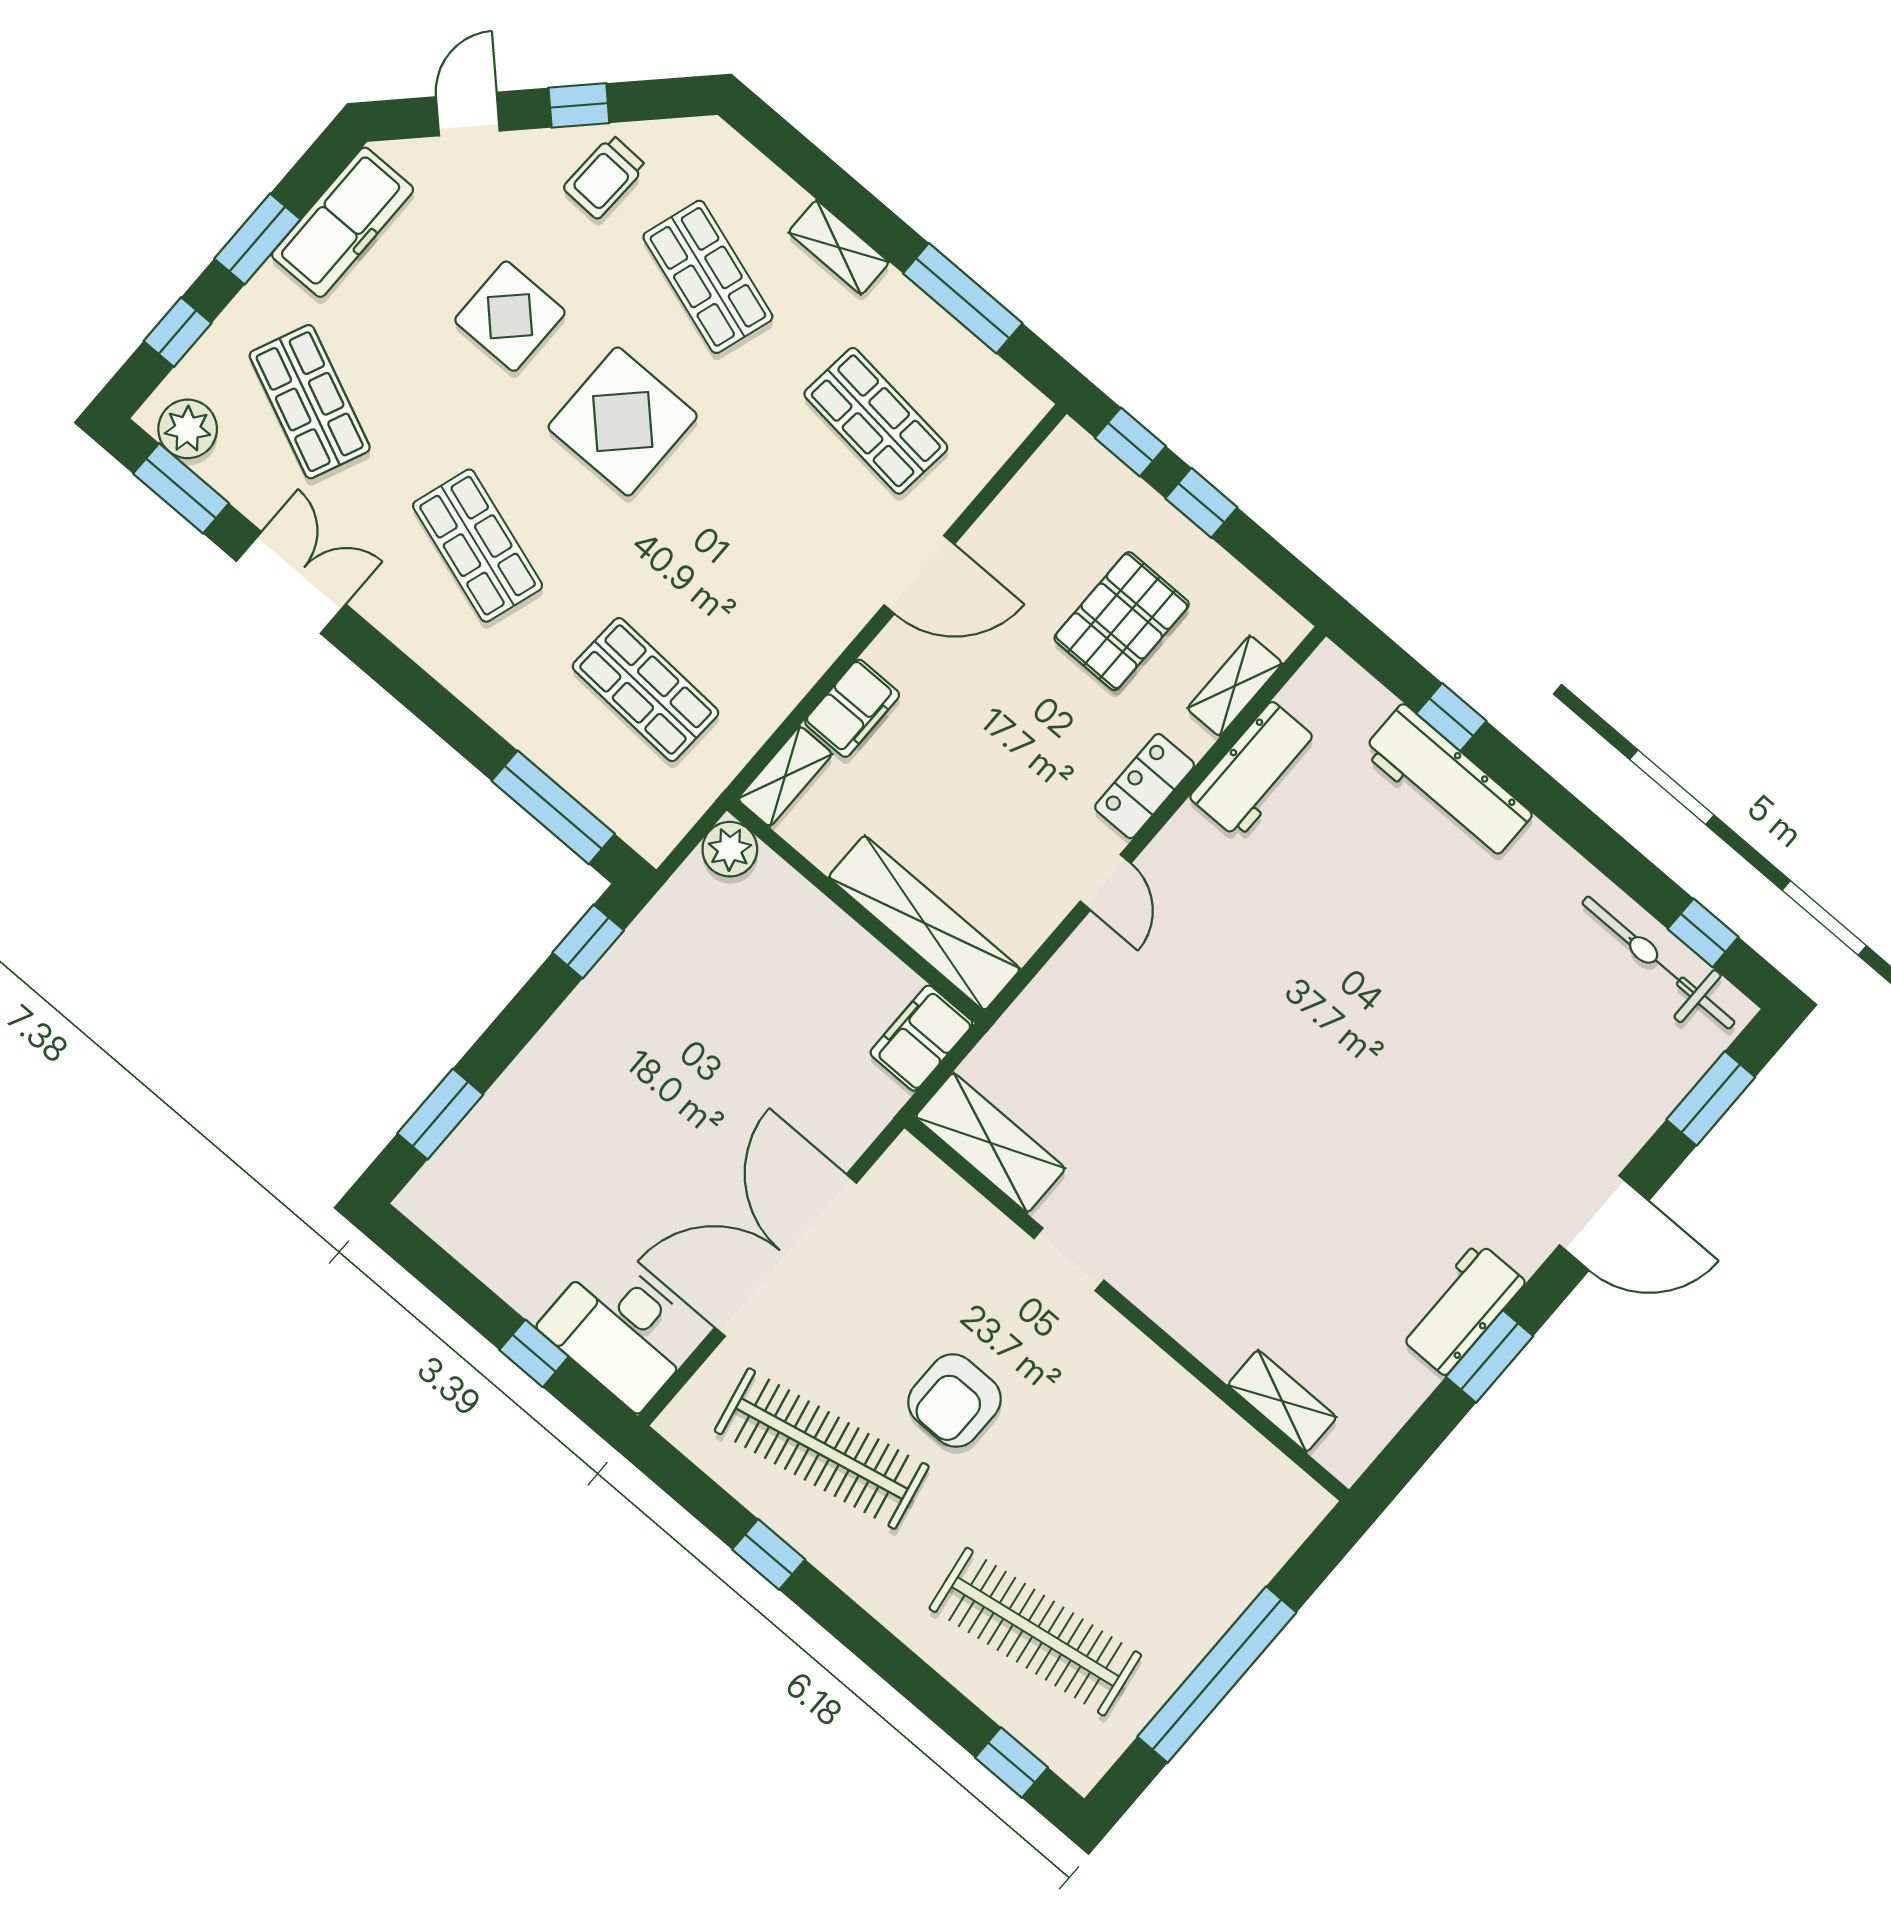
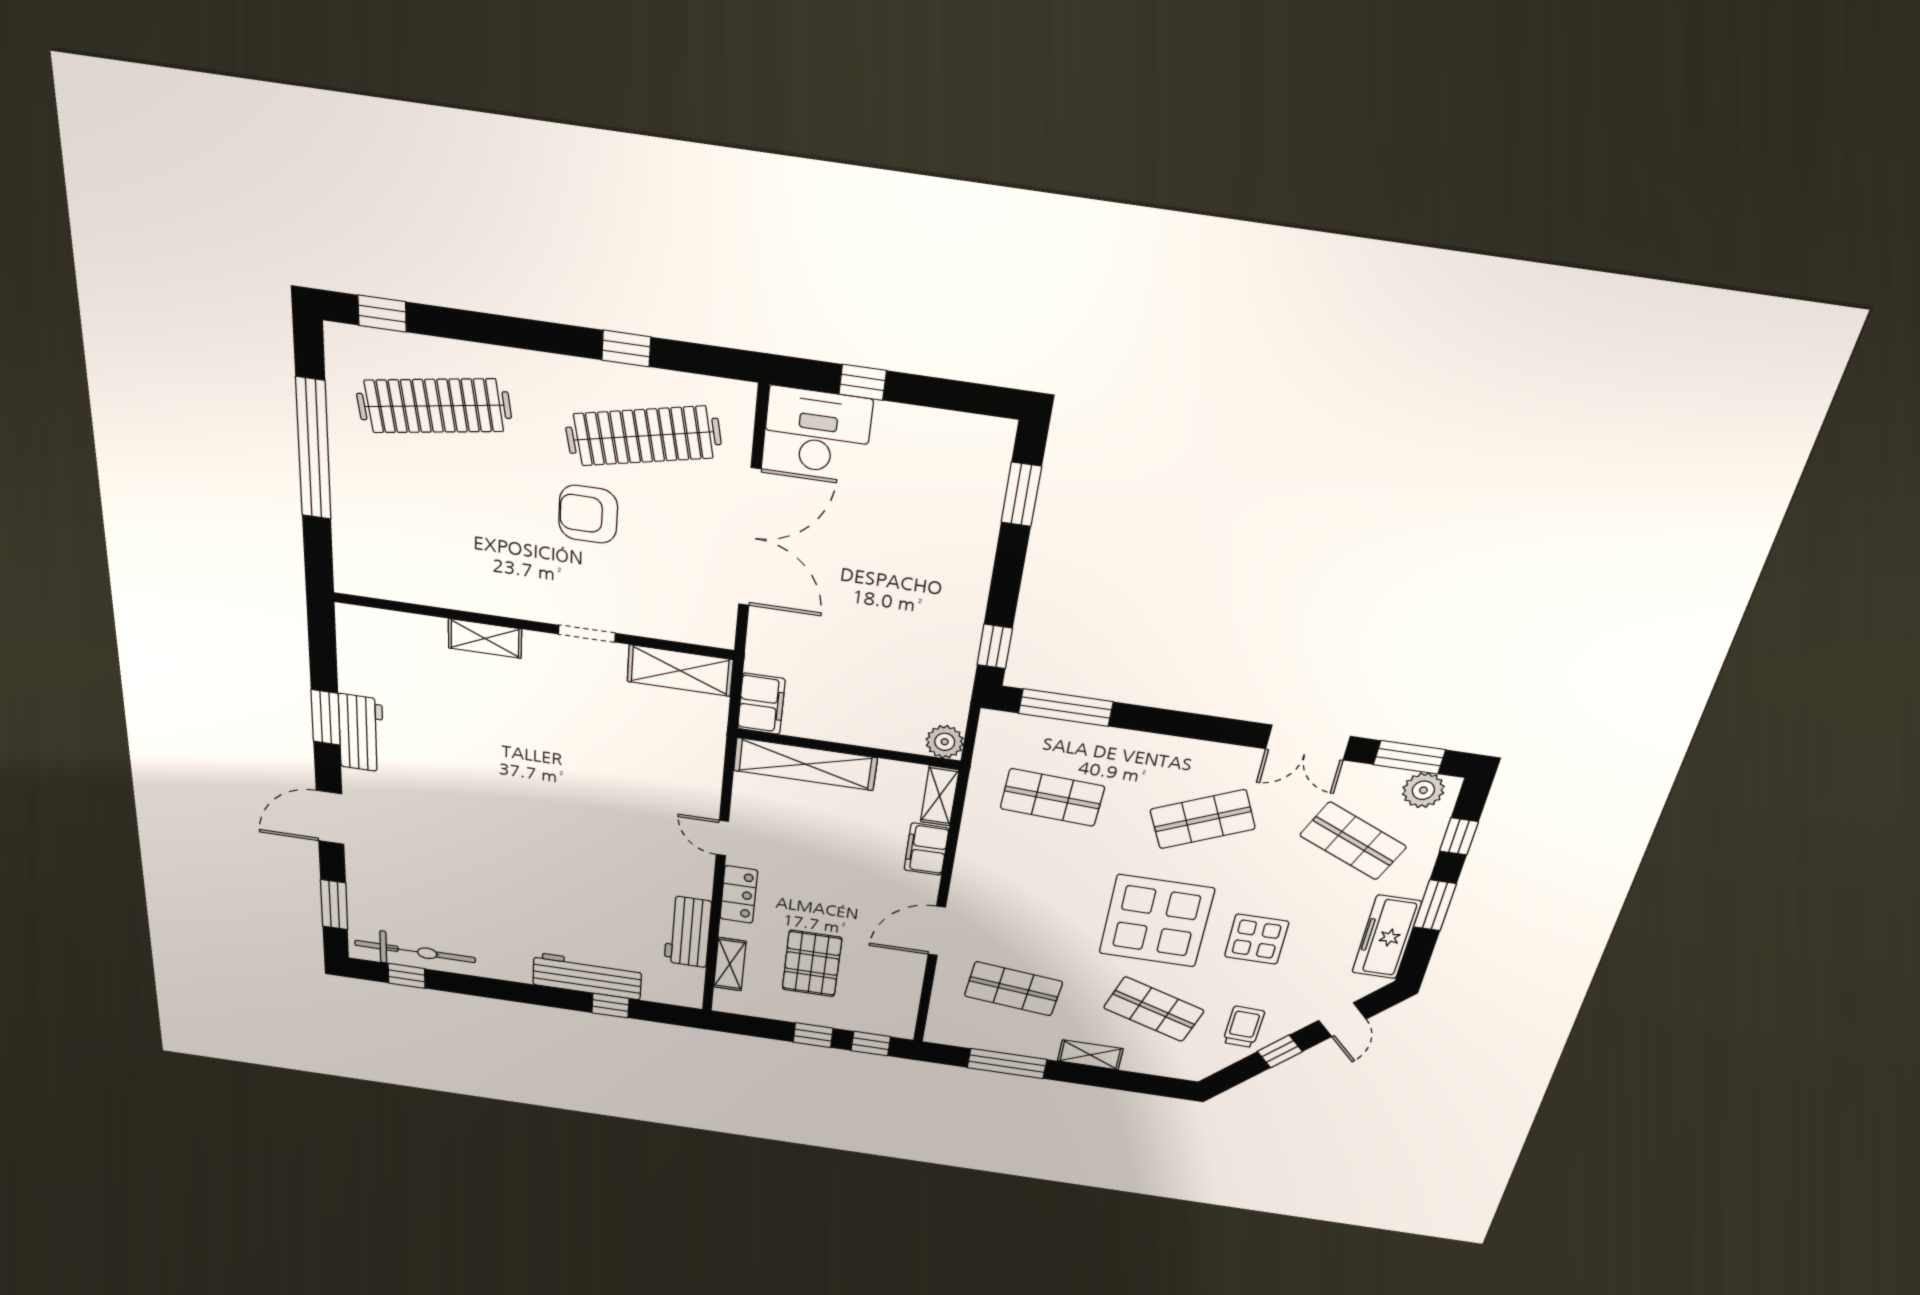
display table: (623, 421) -> (1156, 921), width x1.36, depth x1.36
shop shelf: (478, 546) -> (1203, 819), turned -42
armchair: (954, 1401) -> (588, 514), turned -90
shelving: (1282, 1401) -> (485, 639), moved

